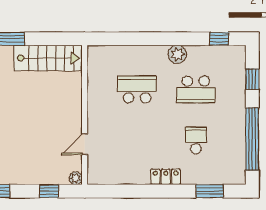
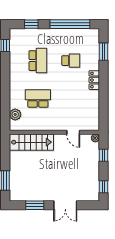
plant: (177, 54) -> (15, 114), moved
stairs: (48, 58) -> (31, 142), moved, turned 90
school desk: (137, 89) -> (38, 98), turned 90
school desk: (196, 140) -> (71, 61), turned 180

